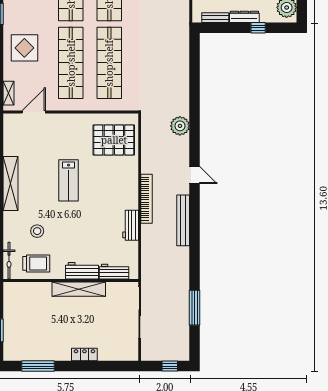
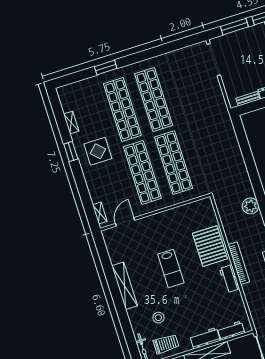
display table: (24, 48) -> (98, 151), moved
plant: (180, 126) -> (250, 206), moved
pallet: (114, 140) -> (210, 246), moved, turned 90
workbench: (131, 225) -> (230, 279), moved

